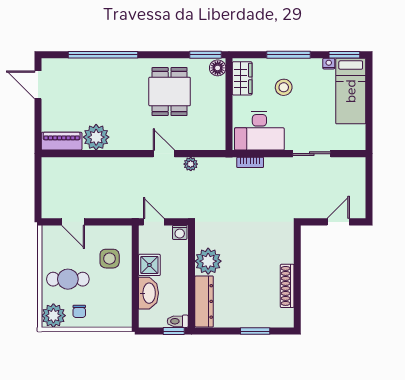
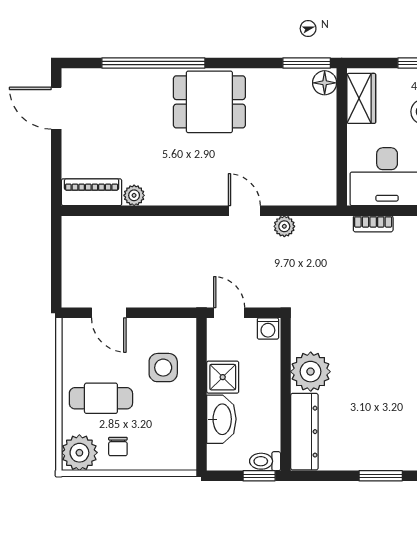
dining table: (170, 92) -> (209, 102), moved, turned 90
plant: (96, 137) -> (134, 195), width x0.53, depth x0.53

